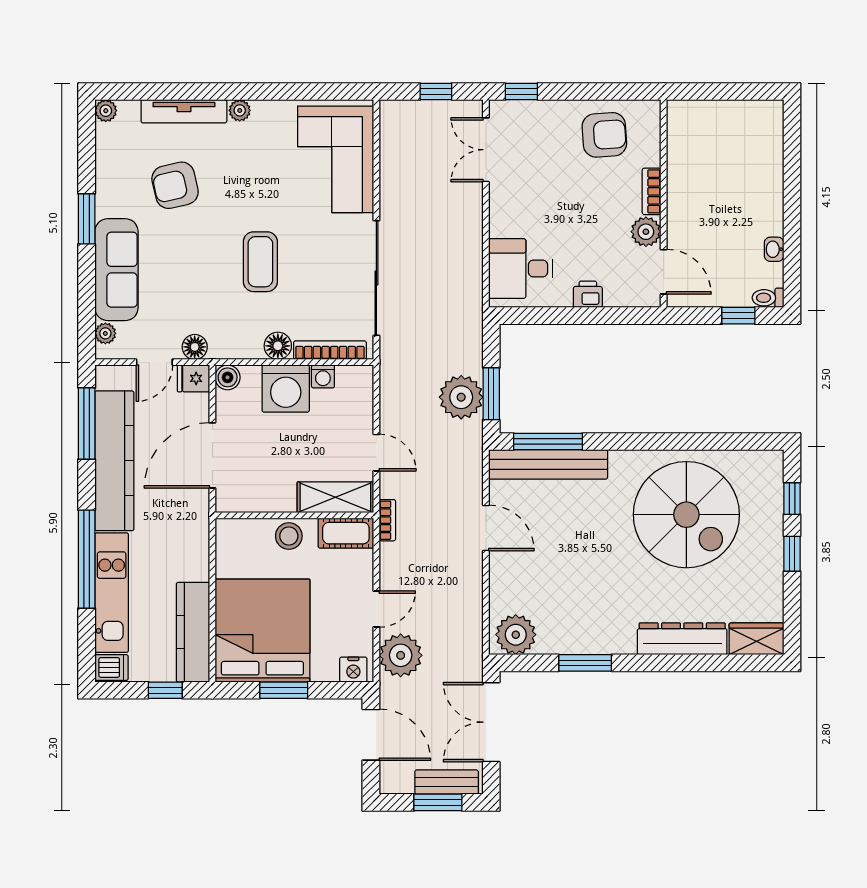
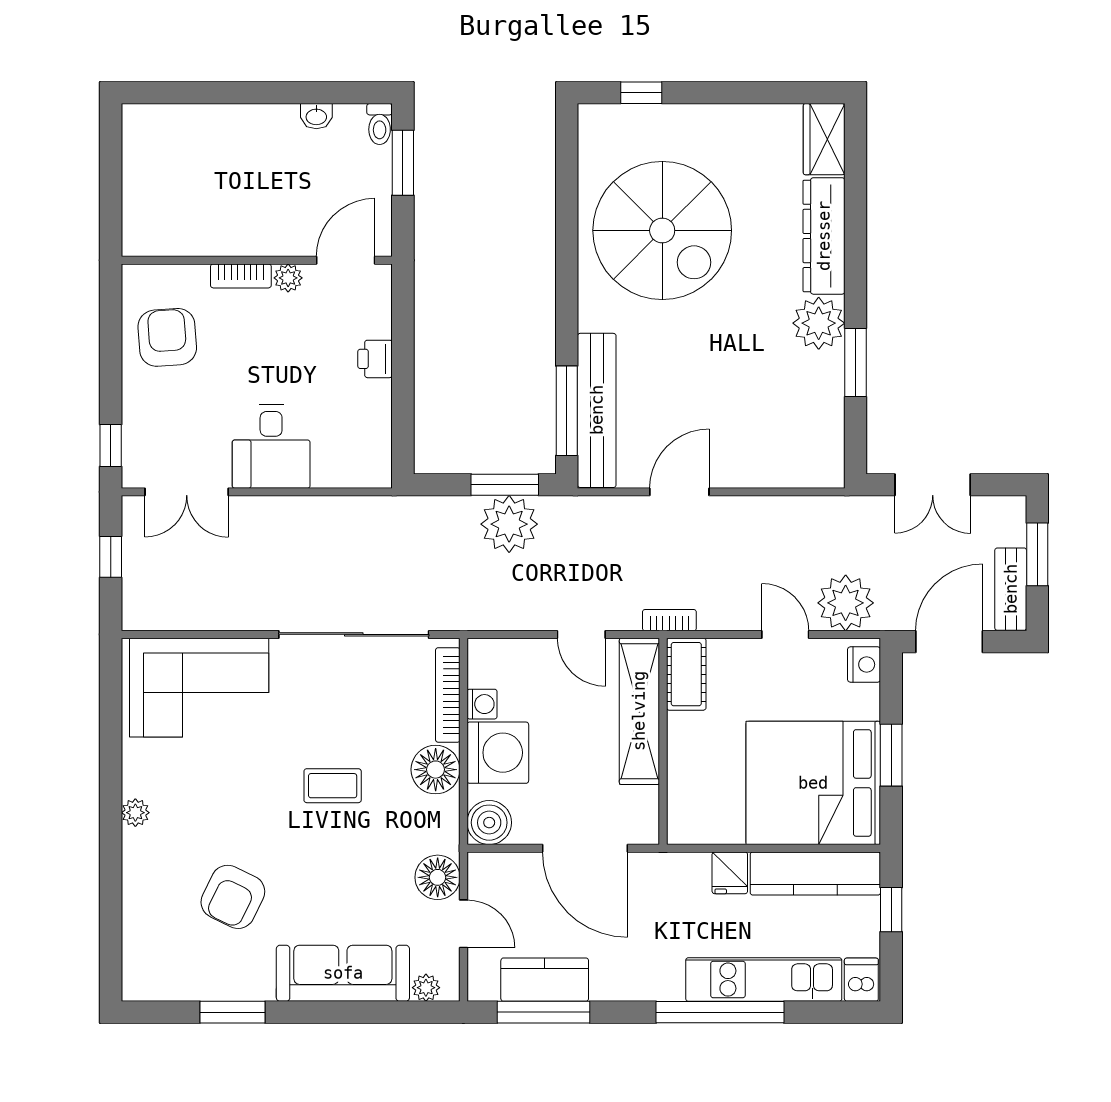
plant: (106, 111) -> (136, 987), removed
tv unit: (184, 111) -> (136, 885), removed
armchair: (175, 185) -> (233, 897), turned 39
window: (87, 219) -> (232, 1012), moved
plant: (646, 232) -> (288, 278), width x0.73, depth x0.73
coffee table: (260, 262) -> (333, 786), width x0.73, depth x0.77
desk: (521, 269) -> (271, 446), moved
window: (738, 316) -> (403, 163), width x1.50
floor lamp: (278, 346) -> (436, 770), width x1.38, depth x1.38
floor lamp: (195, 347) -> (438, 877), width x1.38, depth x1.38
boiler: (228, 377) -> (489, 823), width x1.36, depth x1.36
fridge: (193, 378) -> (730, 873), moved
door: (376, 453) -> (581, 634), swing flipped
kitchen counter: (114, 461) -> (545, 980), width x0.48, depth x0.86
shelving: (335, 497) -> (639, 711), width x1.47
spiral stairs: (686, 515) -> (662, 230), turned 90
stool: (289, 536) -> (690, 749), removed
window: (792, 554) -> (713, 93), removed
plant: (516, 635) -> (819, 323), moved
double door: (491, 722) -> (933, 485), width x0.73
bench: (447, 782) -> (1011, 589), moved

